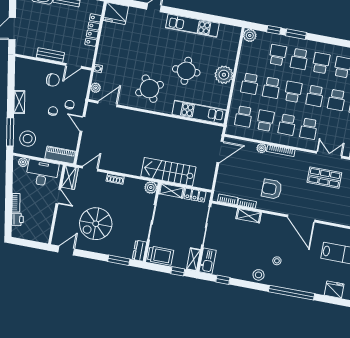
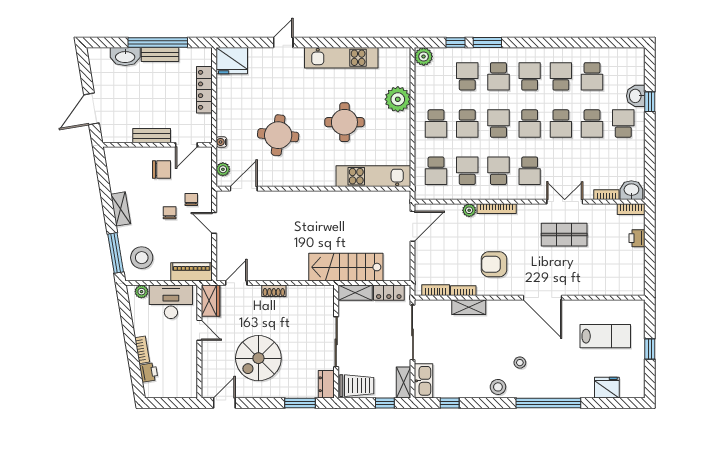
plant: (224, 75) -> (398, 99), moved
round table: (150, 89) -> (278, 135), moved, turned 37
school desk: (287, 125) -> (498, 171), turned 180
plant: (151, 187) -> (326, 294), removed

